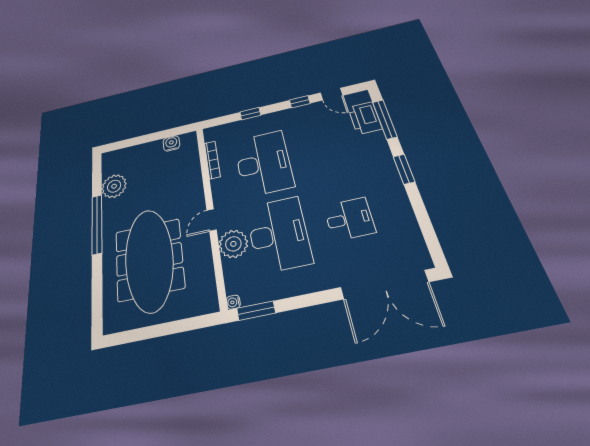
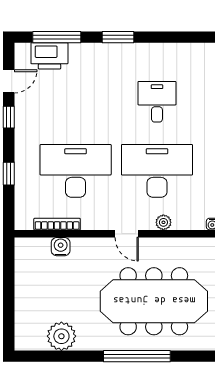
water cooler: (171, 143) -> (61, 247), moved, turned 90
window: (97, 224) -> (137, 356), moved
plant: (233, 244) -> (163, 222), width x0.53, depth x0.53

